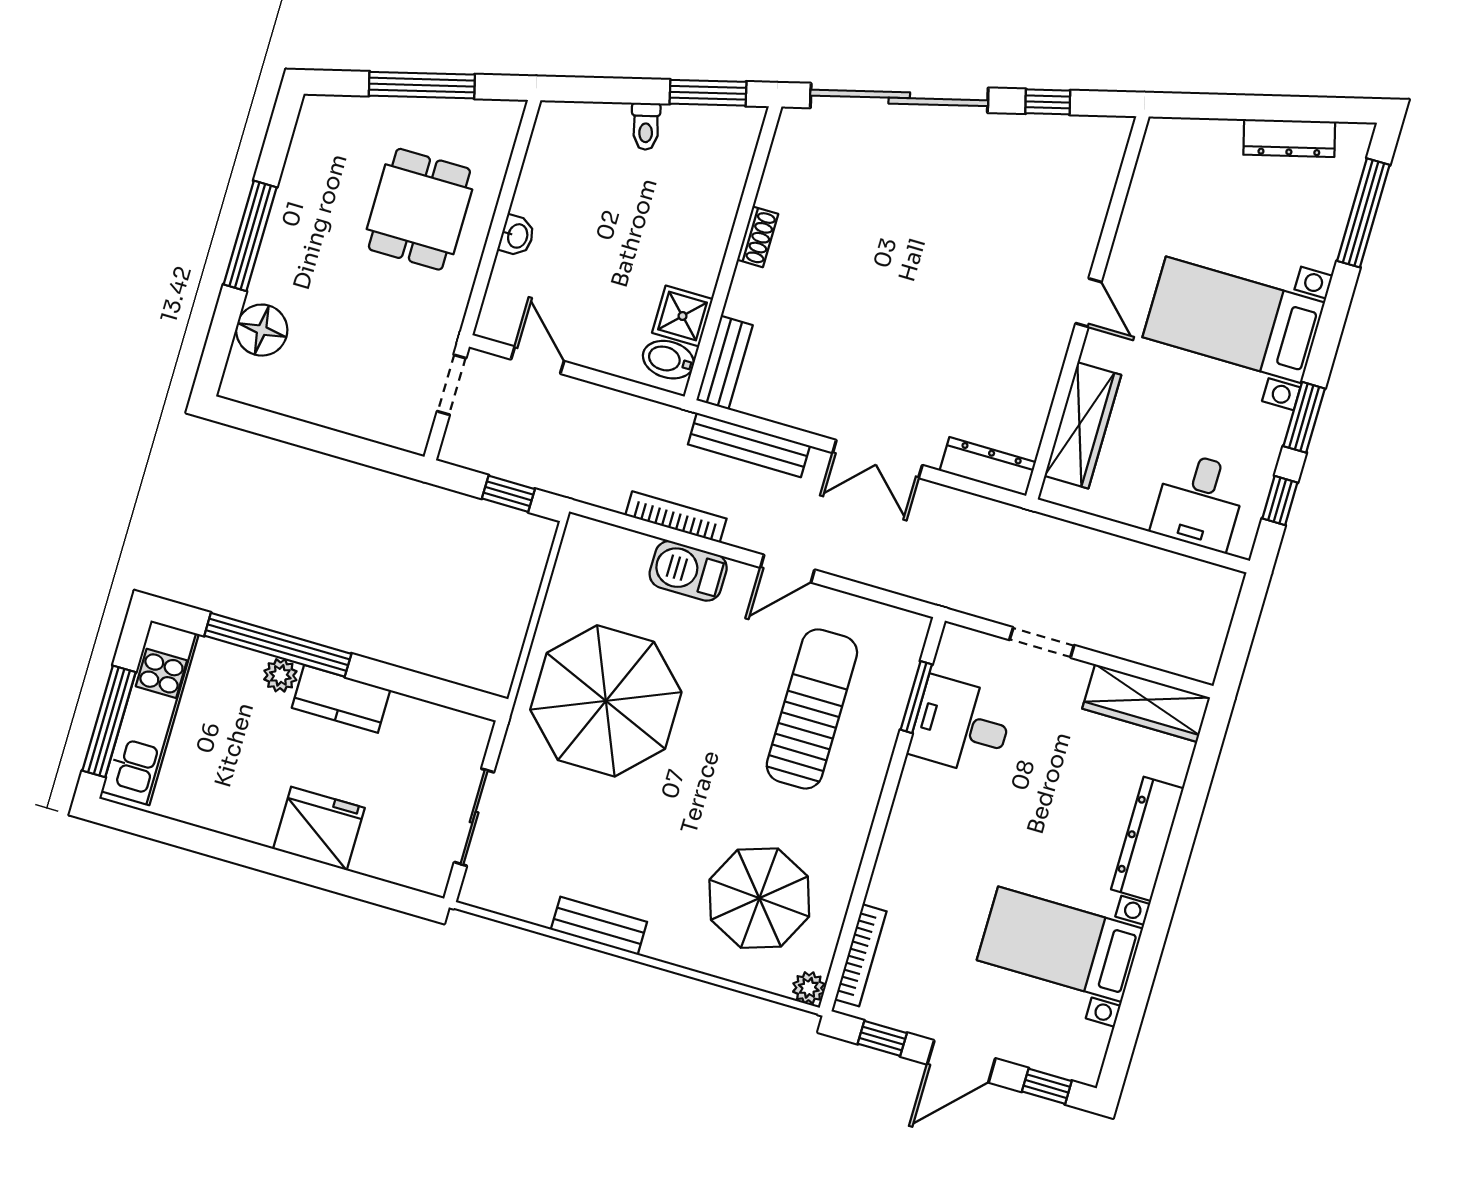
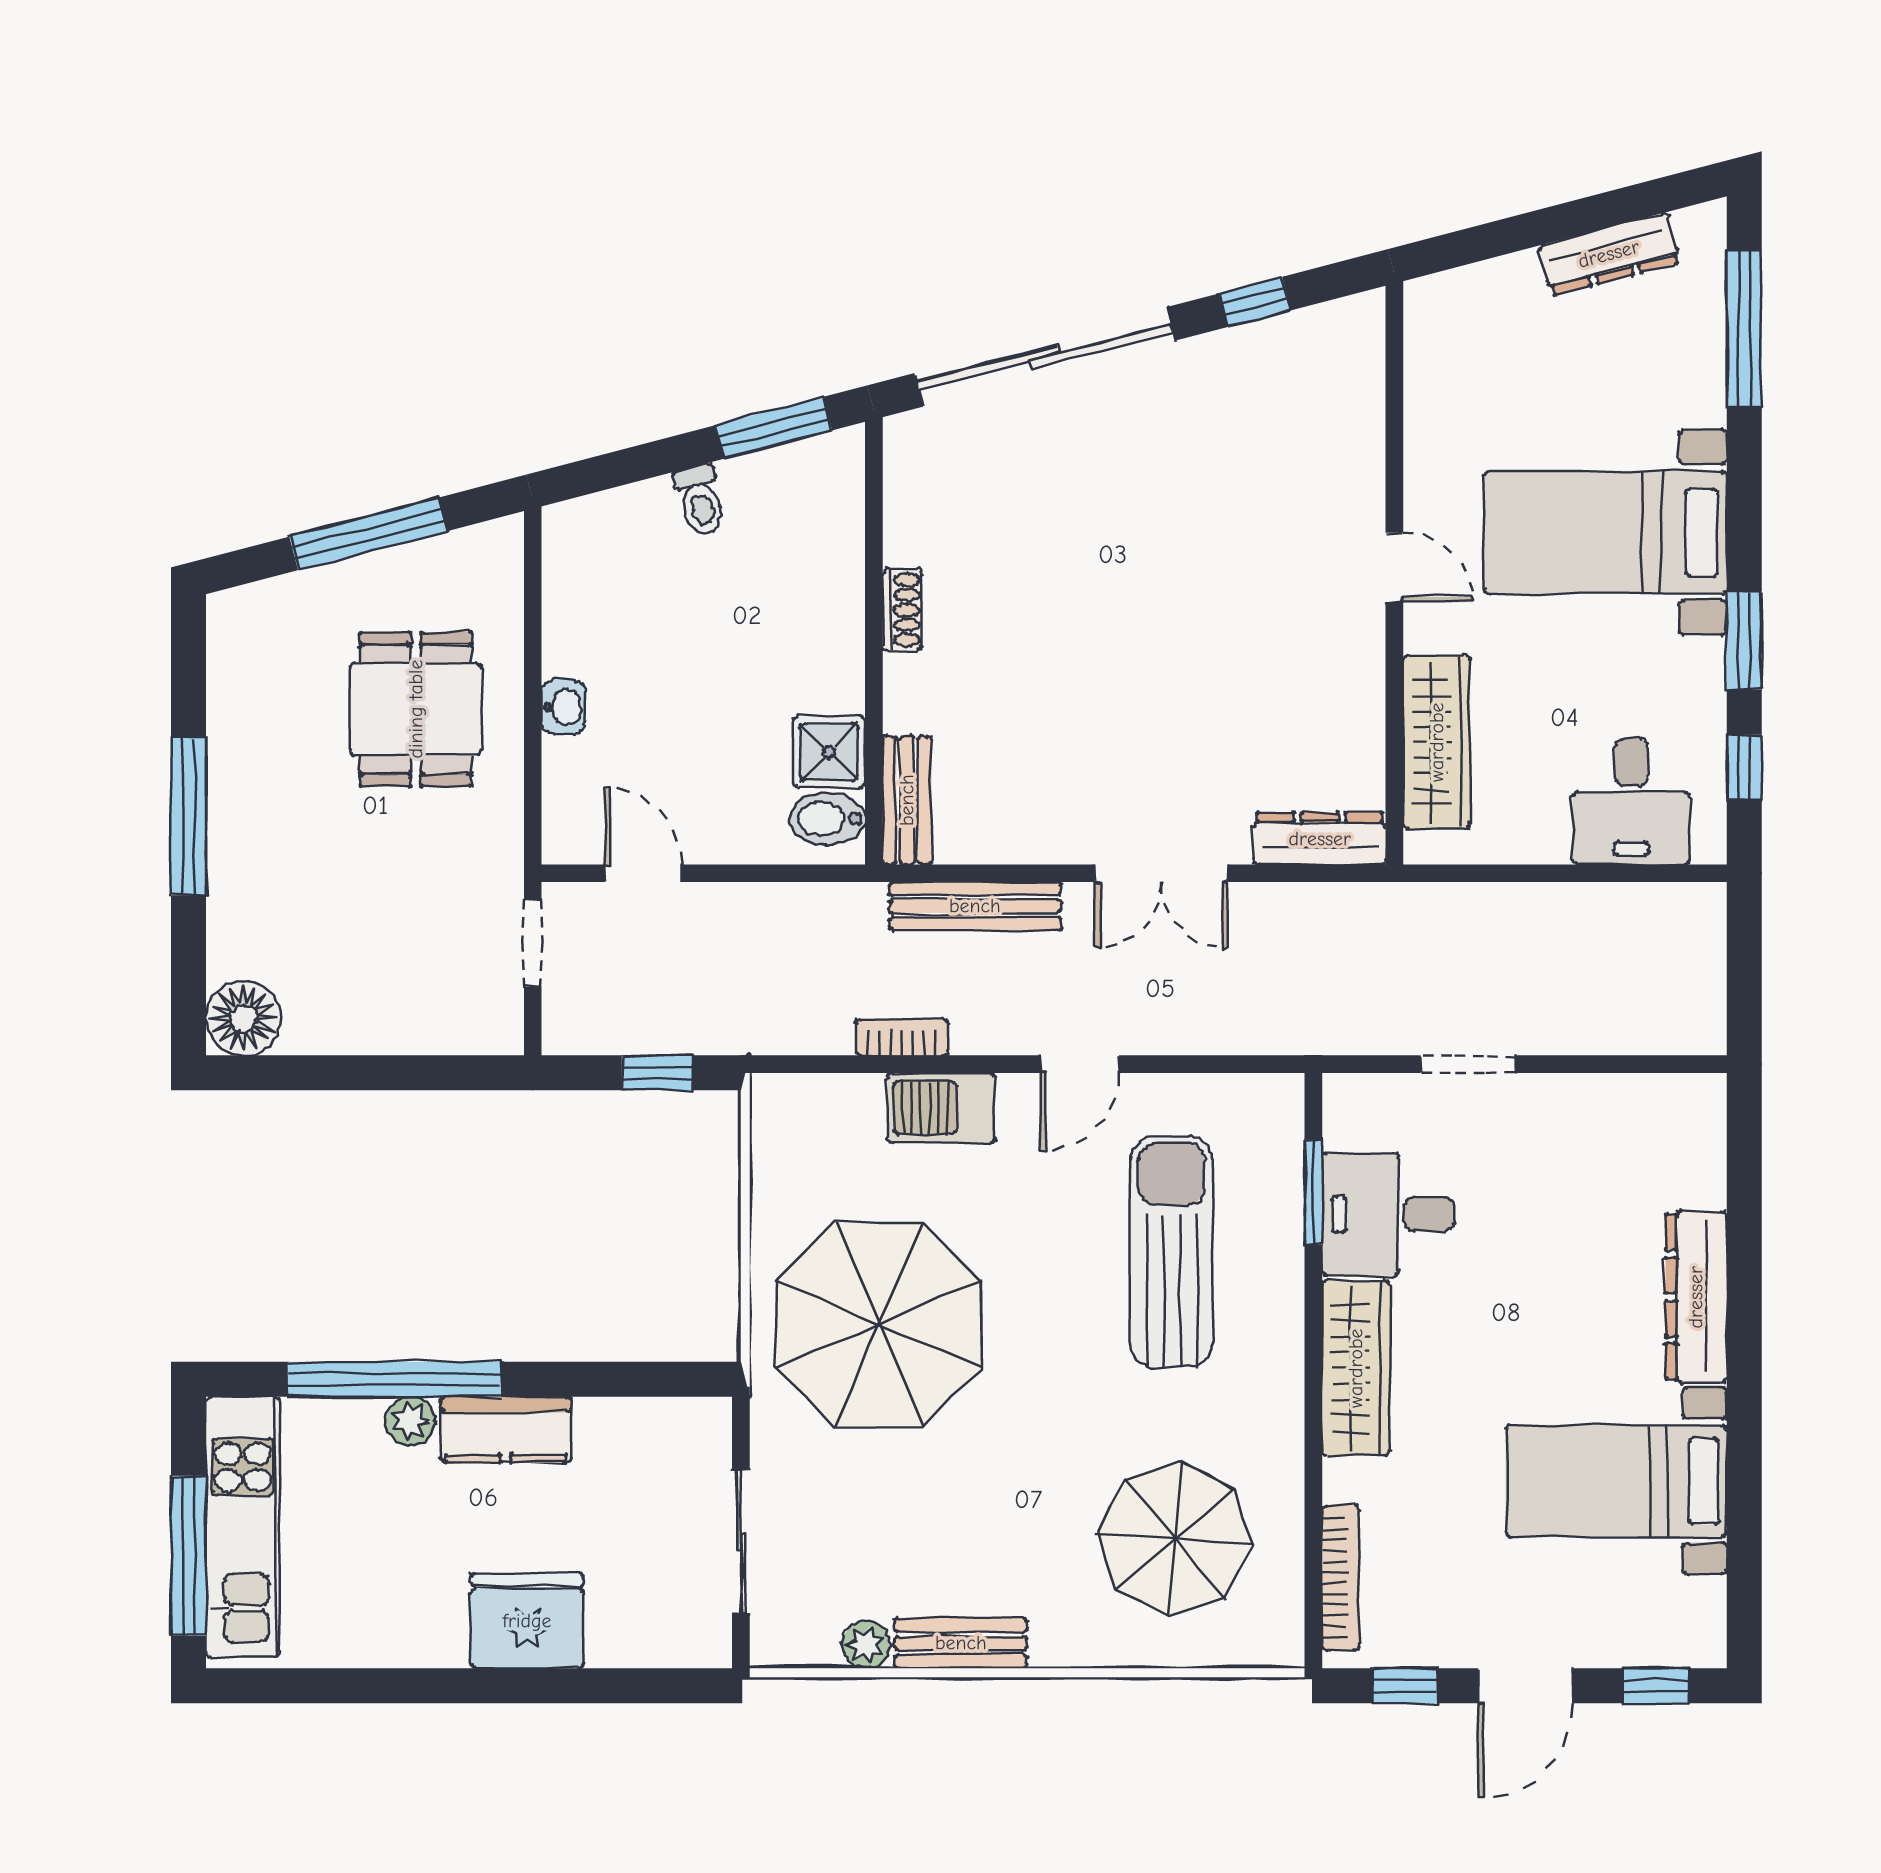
floor lamp: (262, 330) -> (243, 1018), moved
bookcase: (676, 517) -> (902, 1037), width x0.64
wardrobe: (1146, 703) -> (1356, 1368), moved, turned -90
plant: (809, 988) -> (866, 1645), moved

